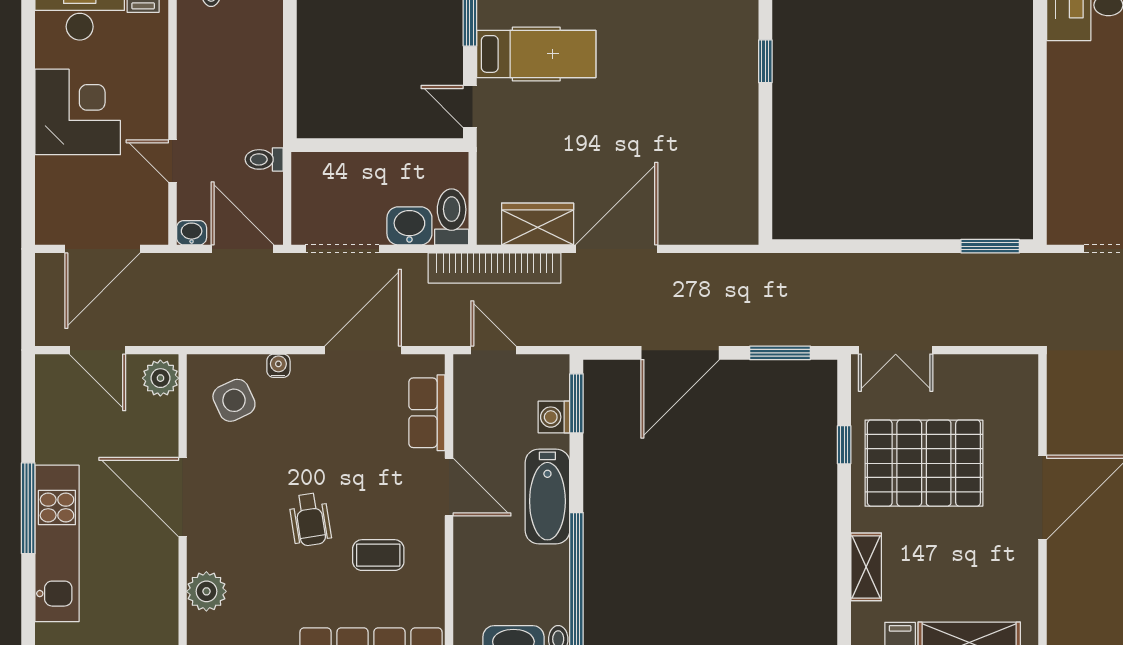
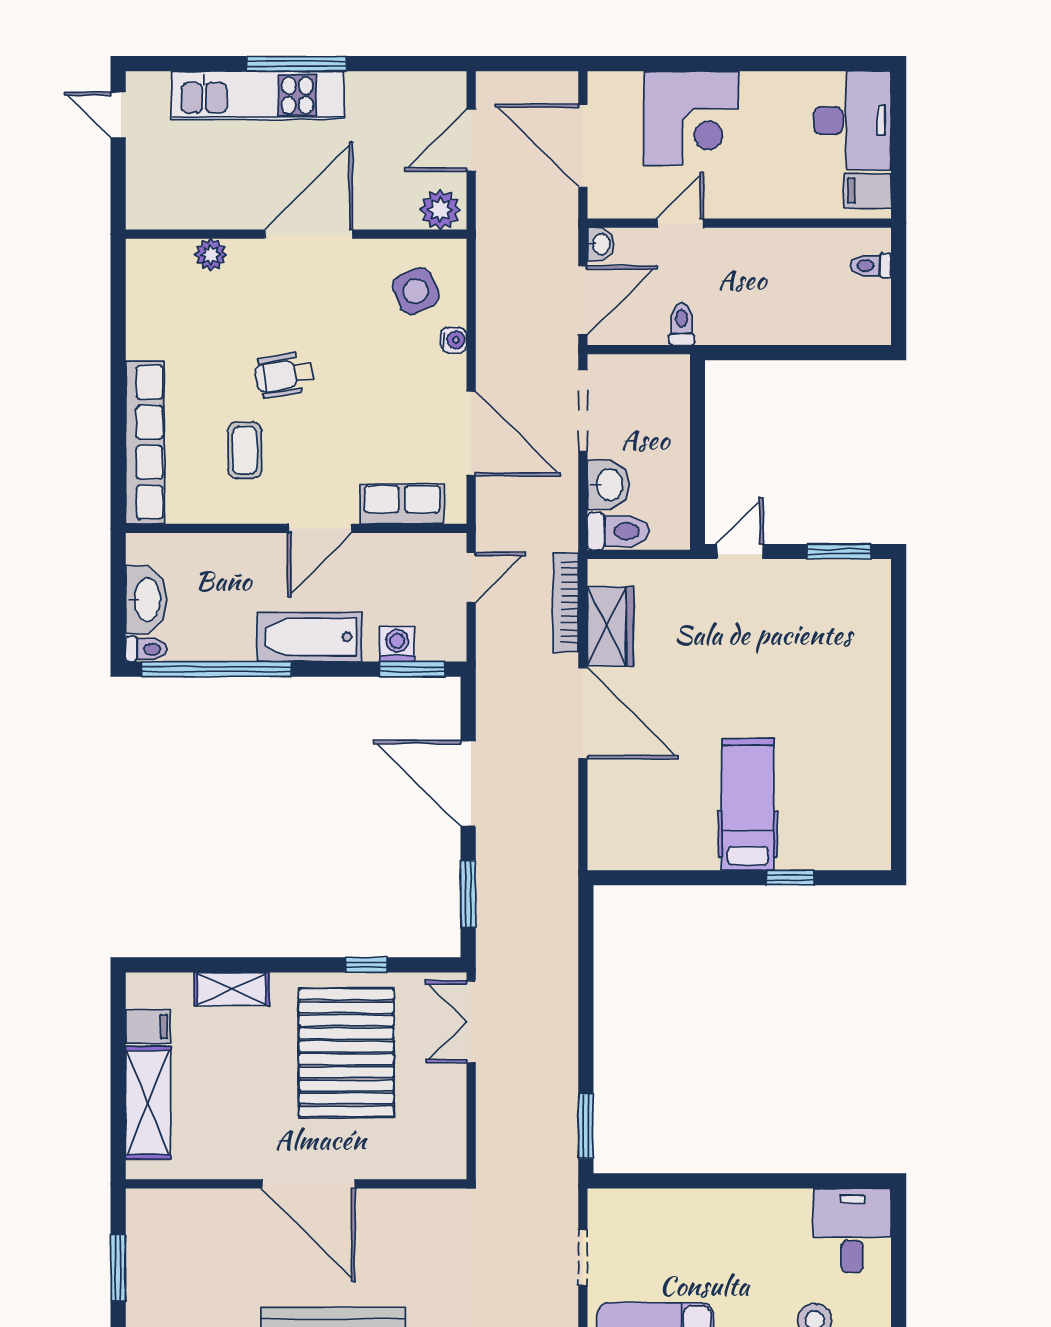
hospital bed: (536, 54) -> (748, 804), moved, turned 180
corner desk: (78, 112) -> (691, 118), moved
bookcase: (495, 268) -> (566, 602), width x0.68, depth x0.76
plant: (206, 591) -> (211, 255), width x0.73, depth x0.73

